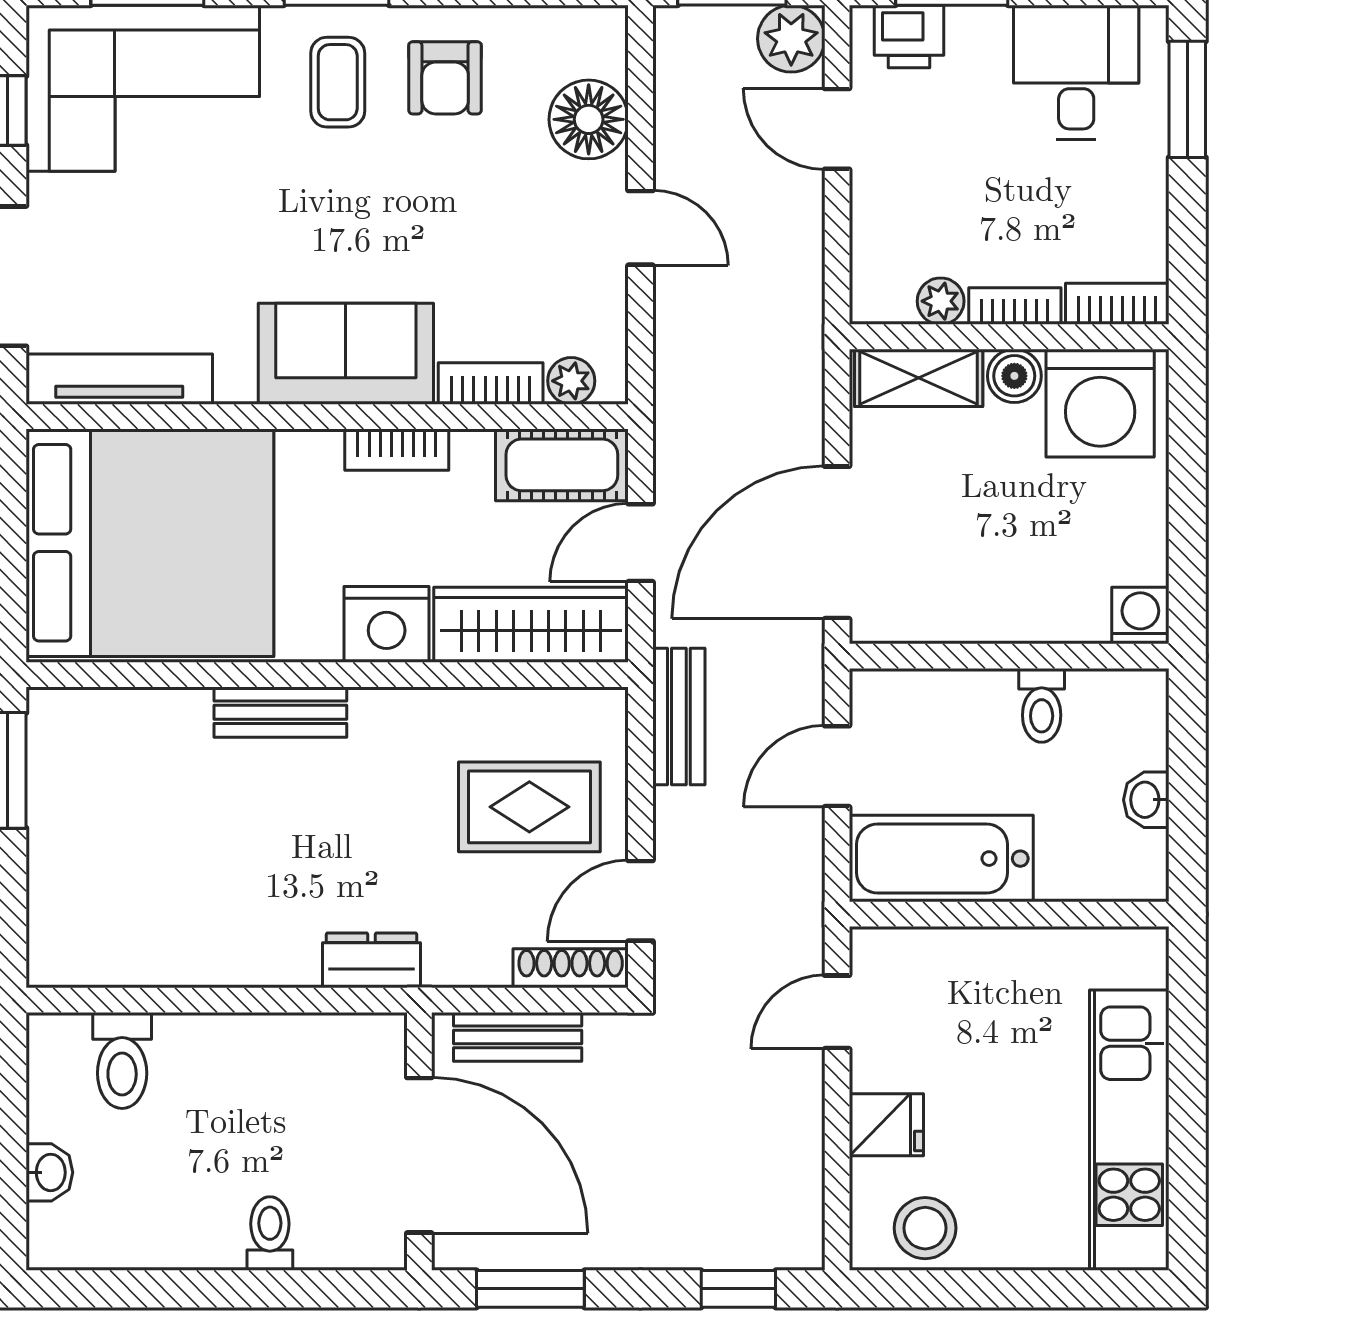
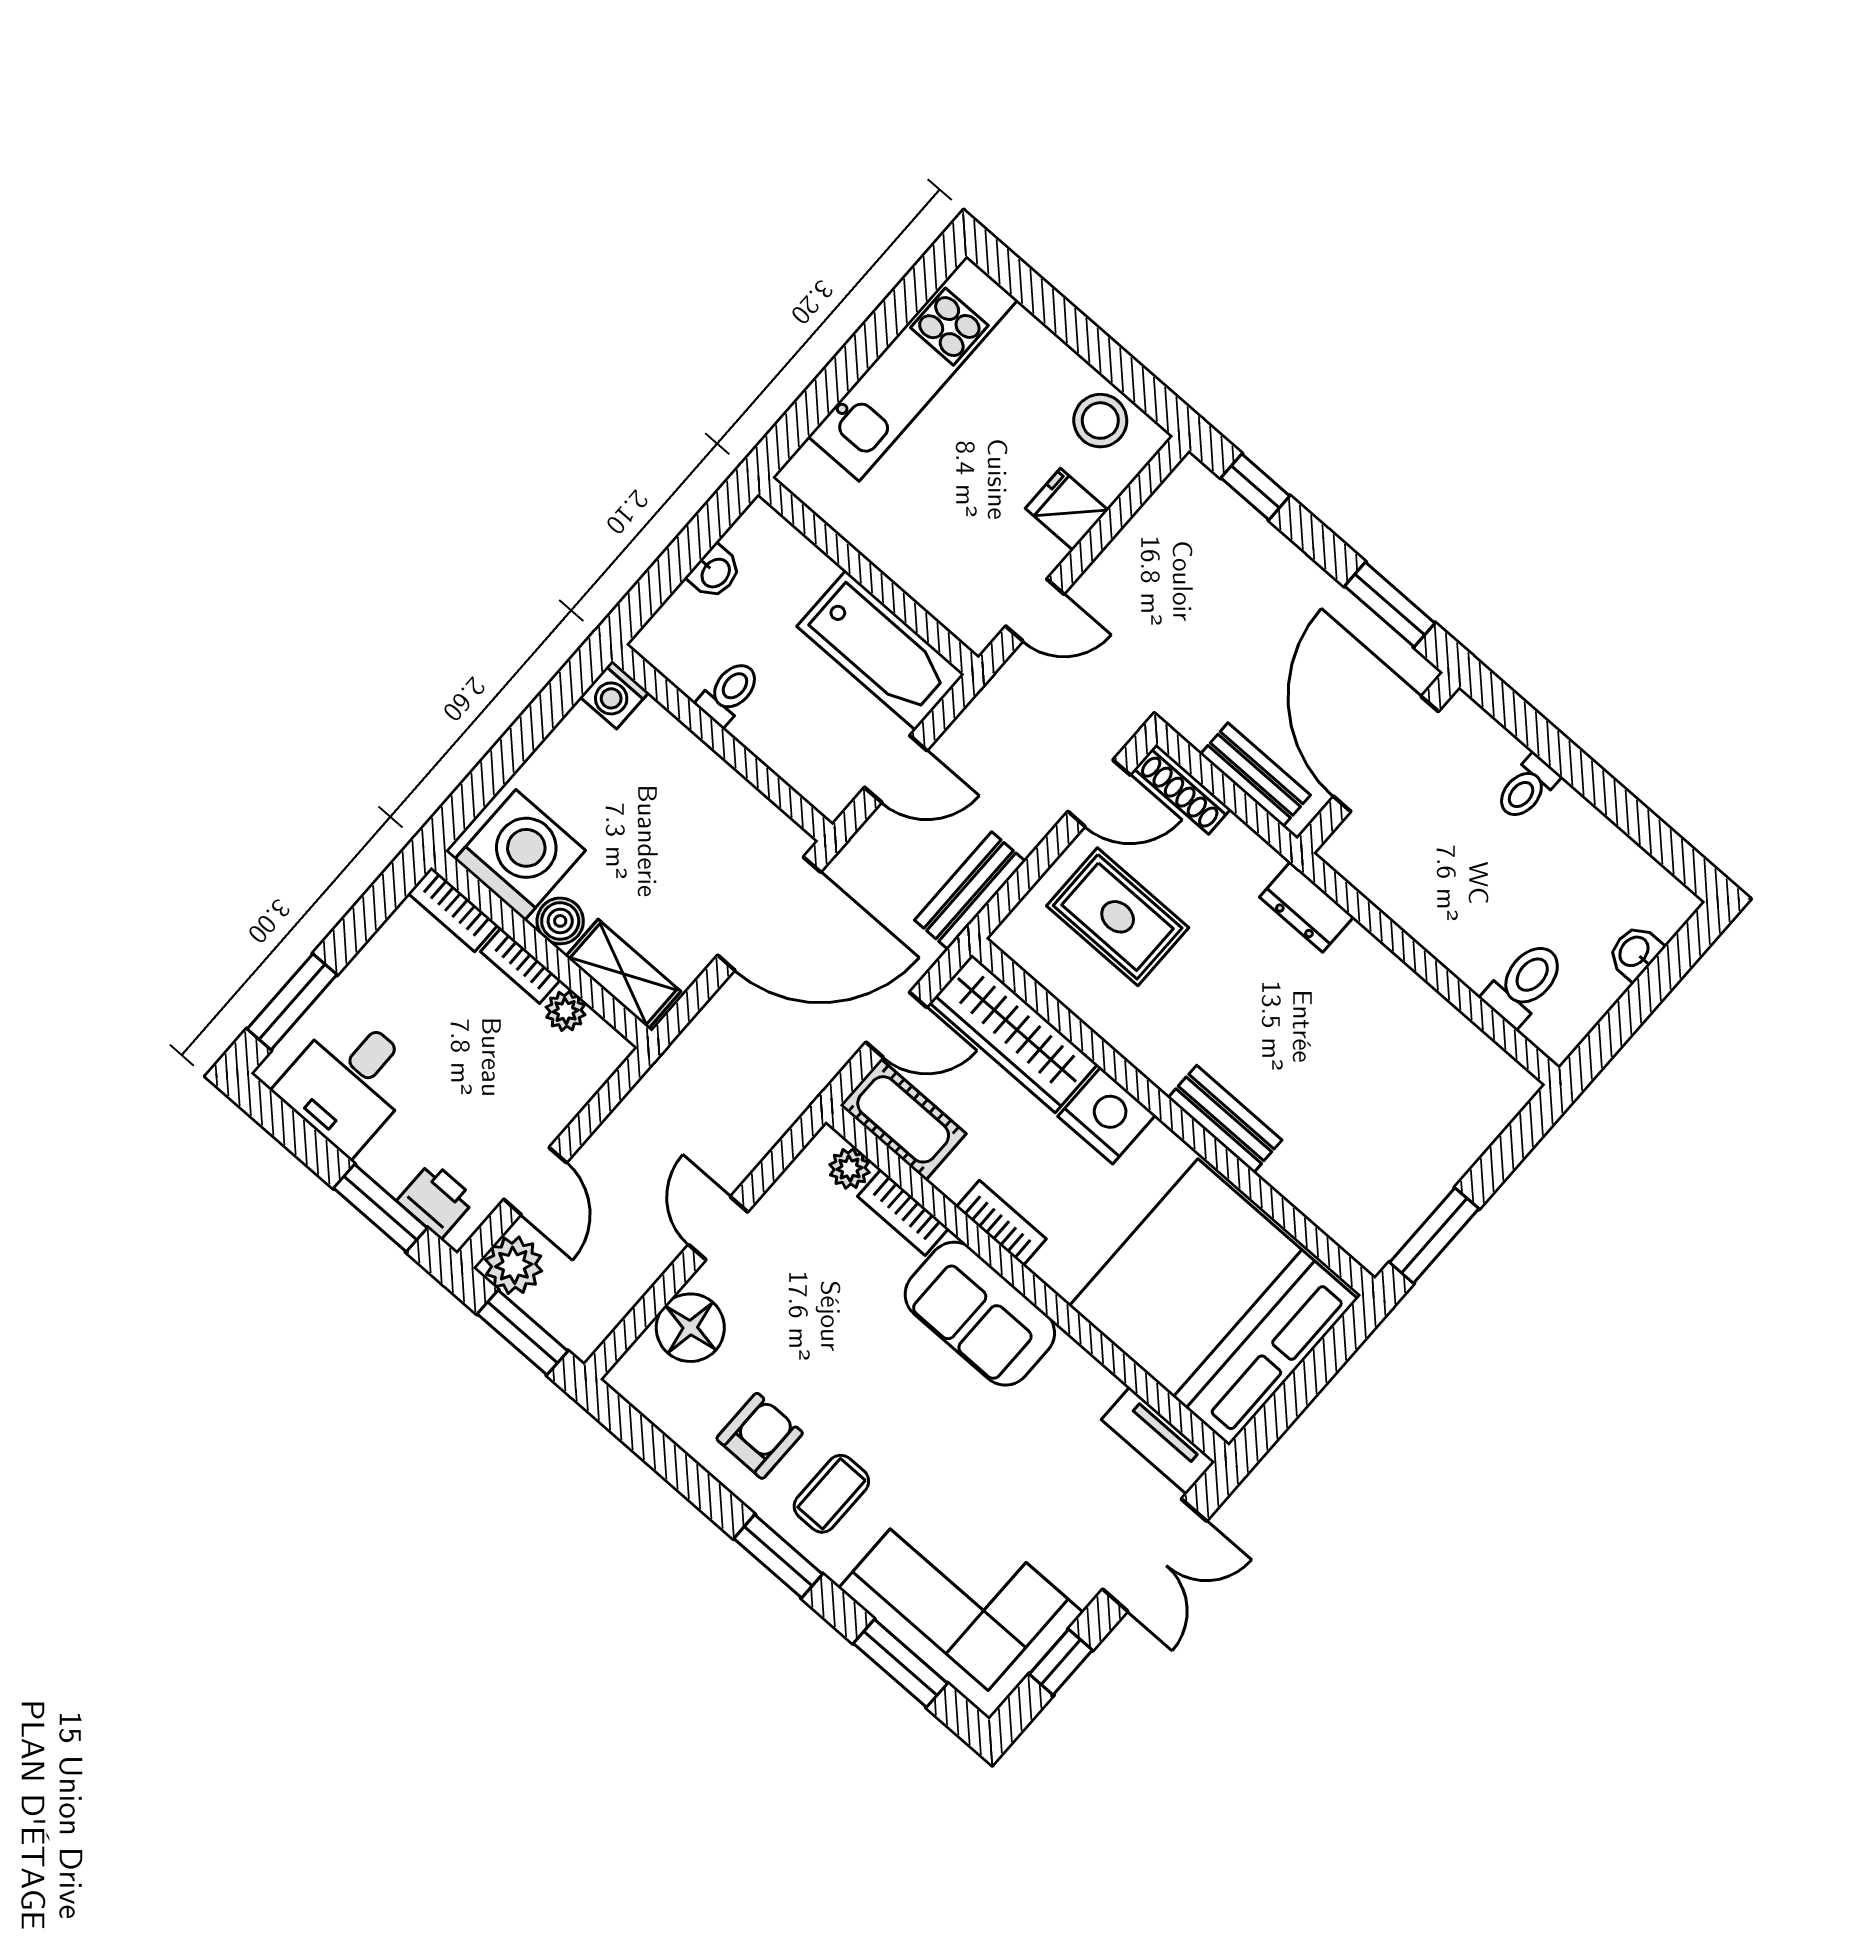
tv unit: (119, 379) -> (1158, 1441), width x0.71

